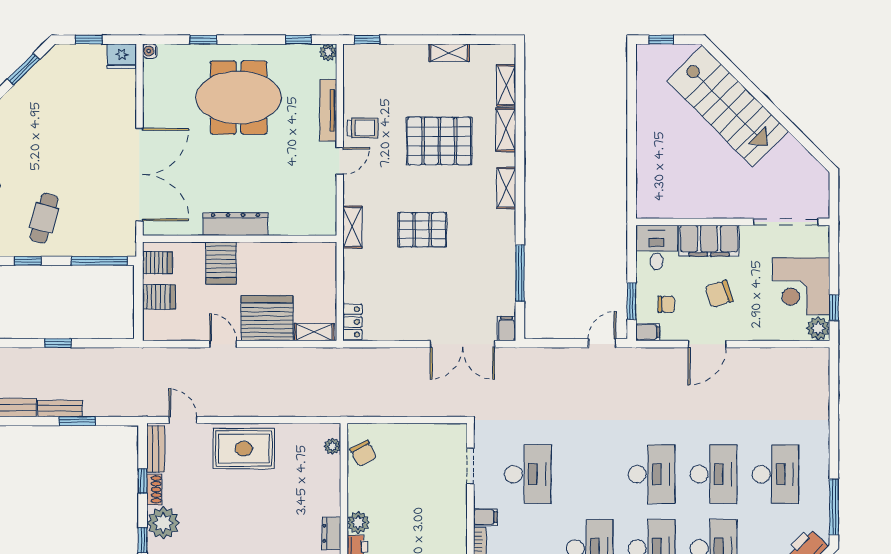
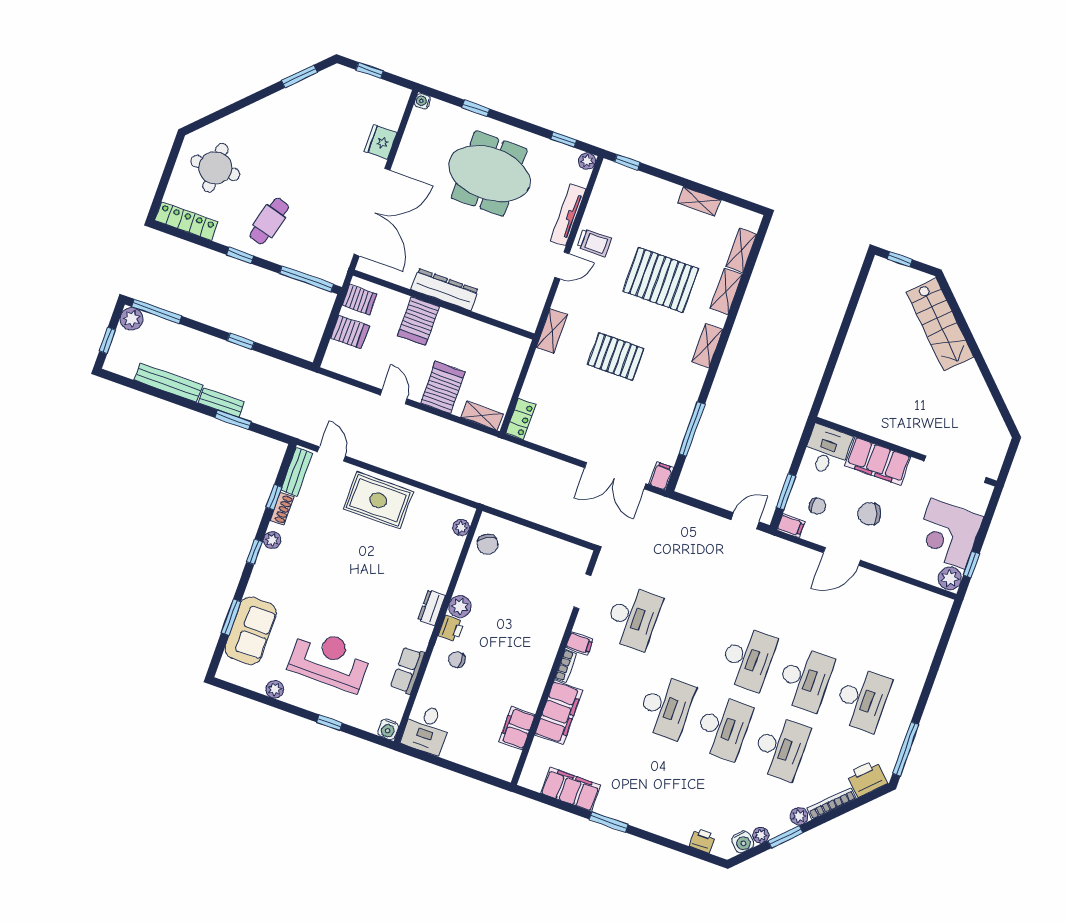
fridge: (122, 56) -> (381, 142), moved, turned 90
stairs: (728, 106) -> (940, 325), width x0.73, depth x0.66
server rack: (267, 318) -> (443, 387), width x0.62
plant: (163, 523) -> (272, 540), width x0.53, depth x0.53

